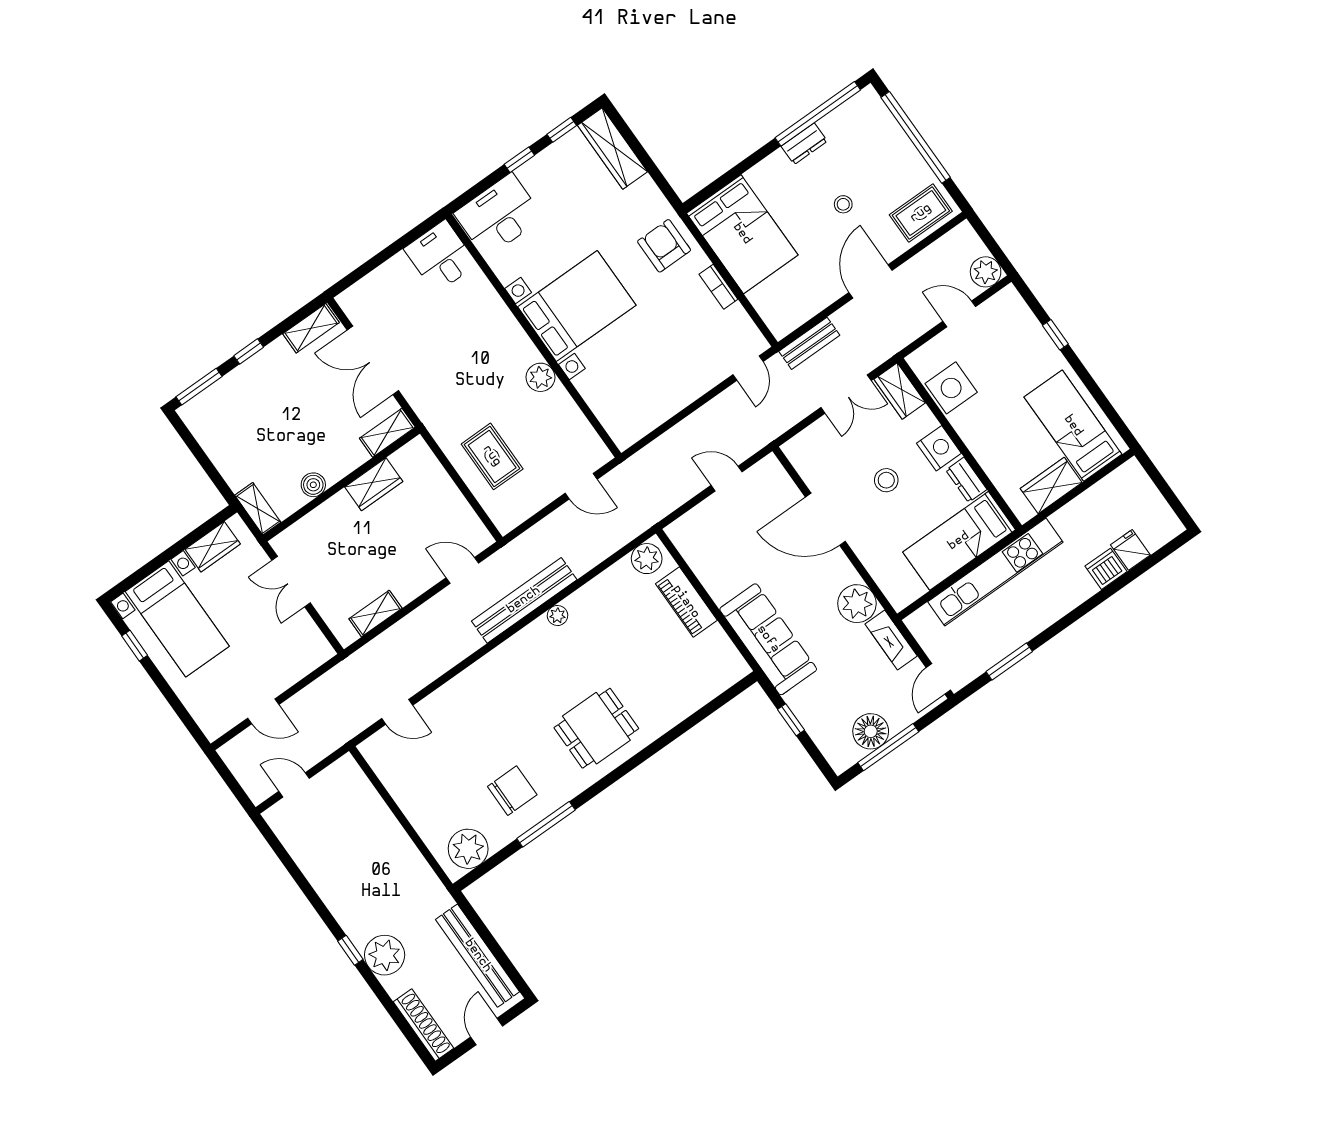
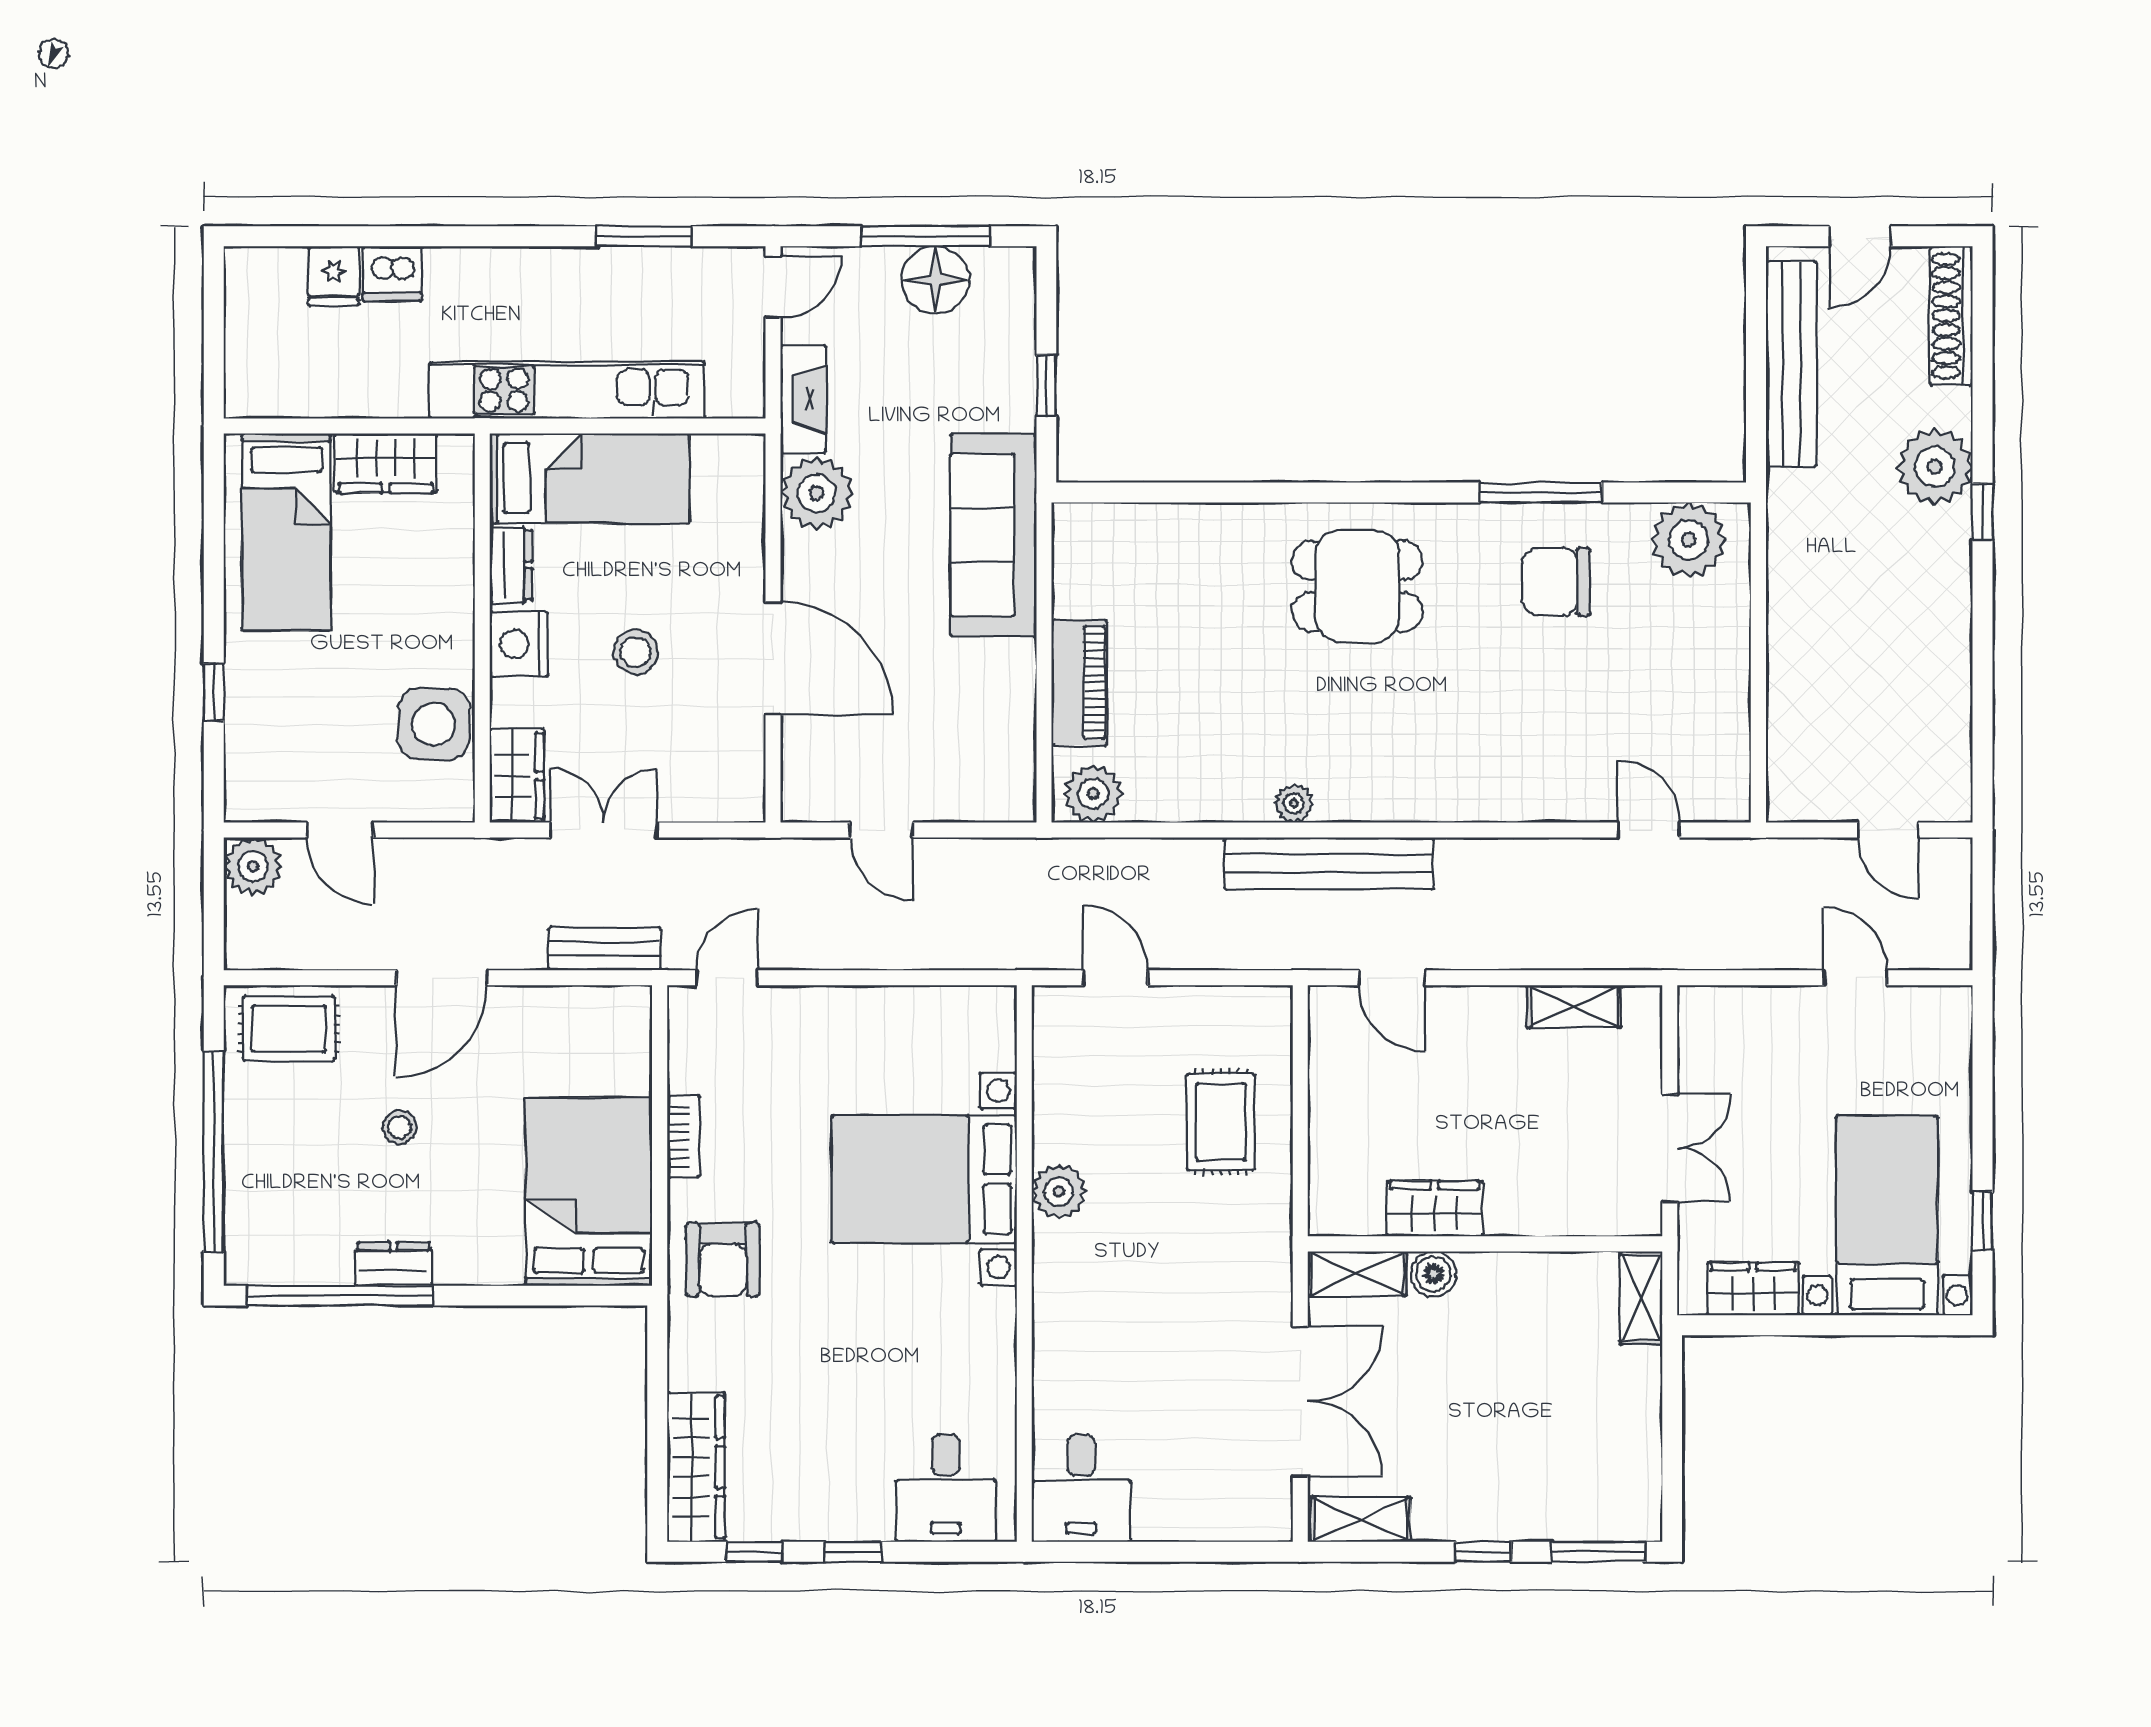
desk: (499, 215) -> (946, 1488), width x0.73
bed with nightstands: (577, 306) -> (924, 1179), moved
boiler: (313, 485) -> (1433, 1274), moved

